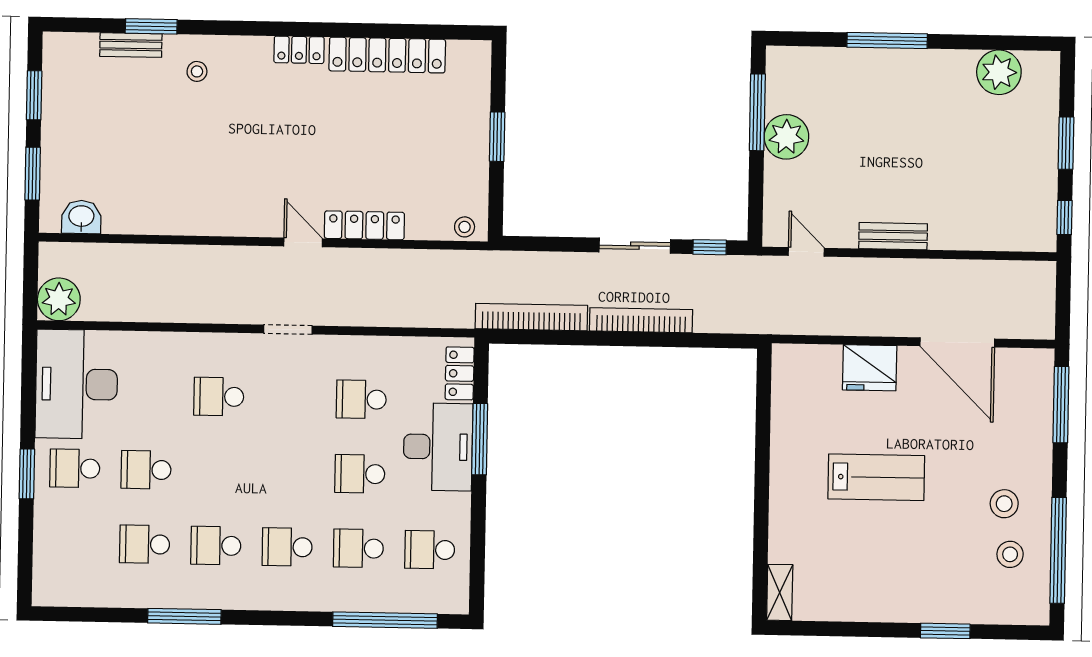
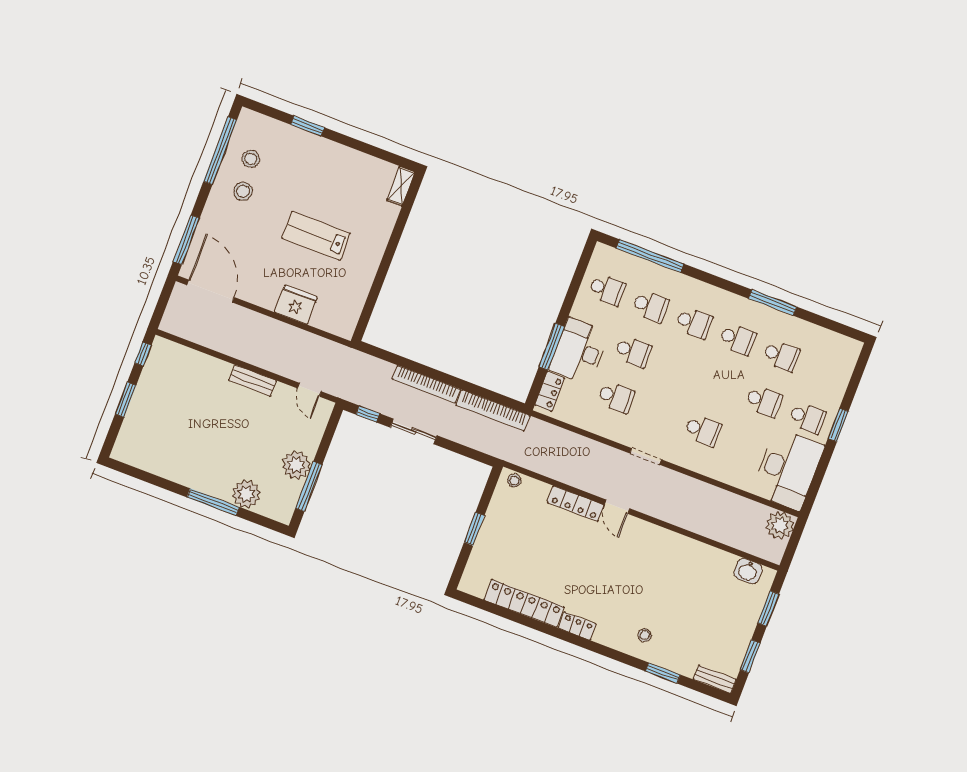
bench: (131, 45) -> (715, 679), moved
plant: (999, 72) -> (246, 494), moved
door: (957, 342) -> (210, 291), moved

